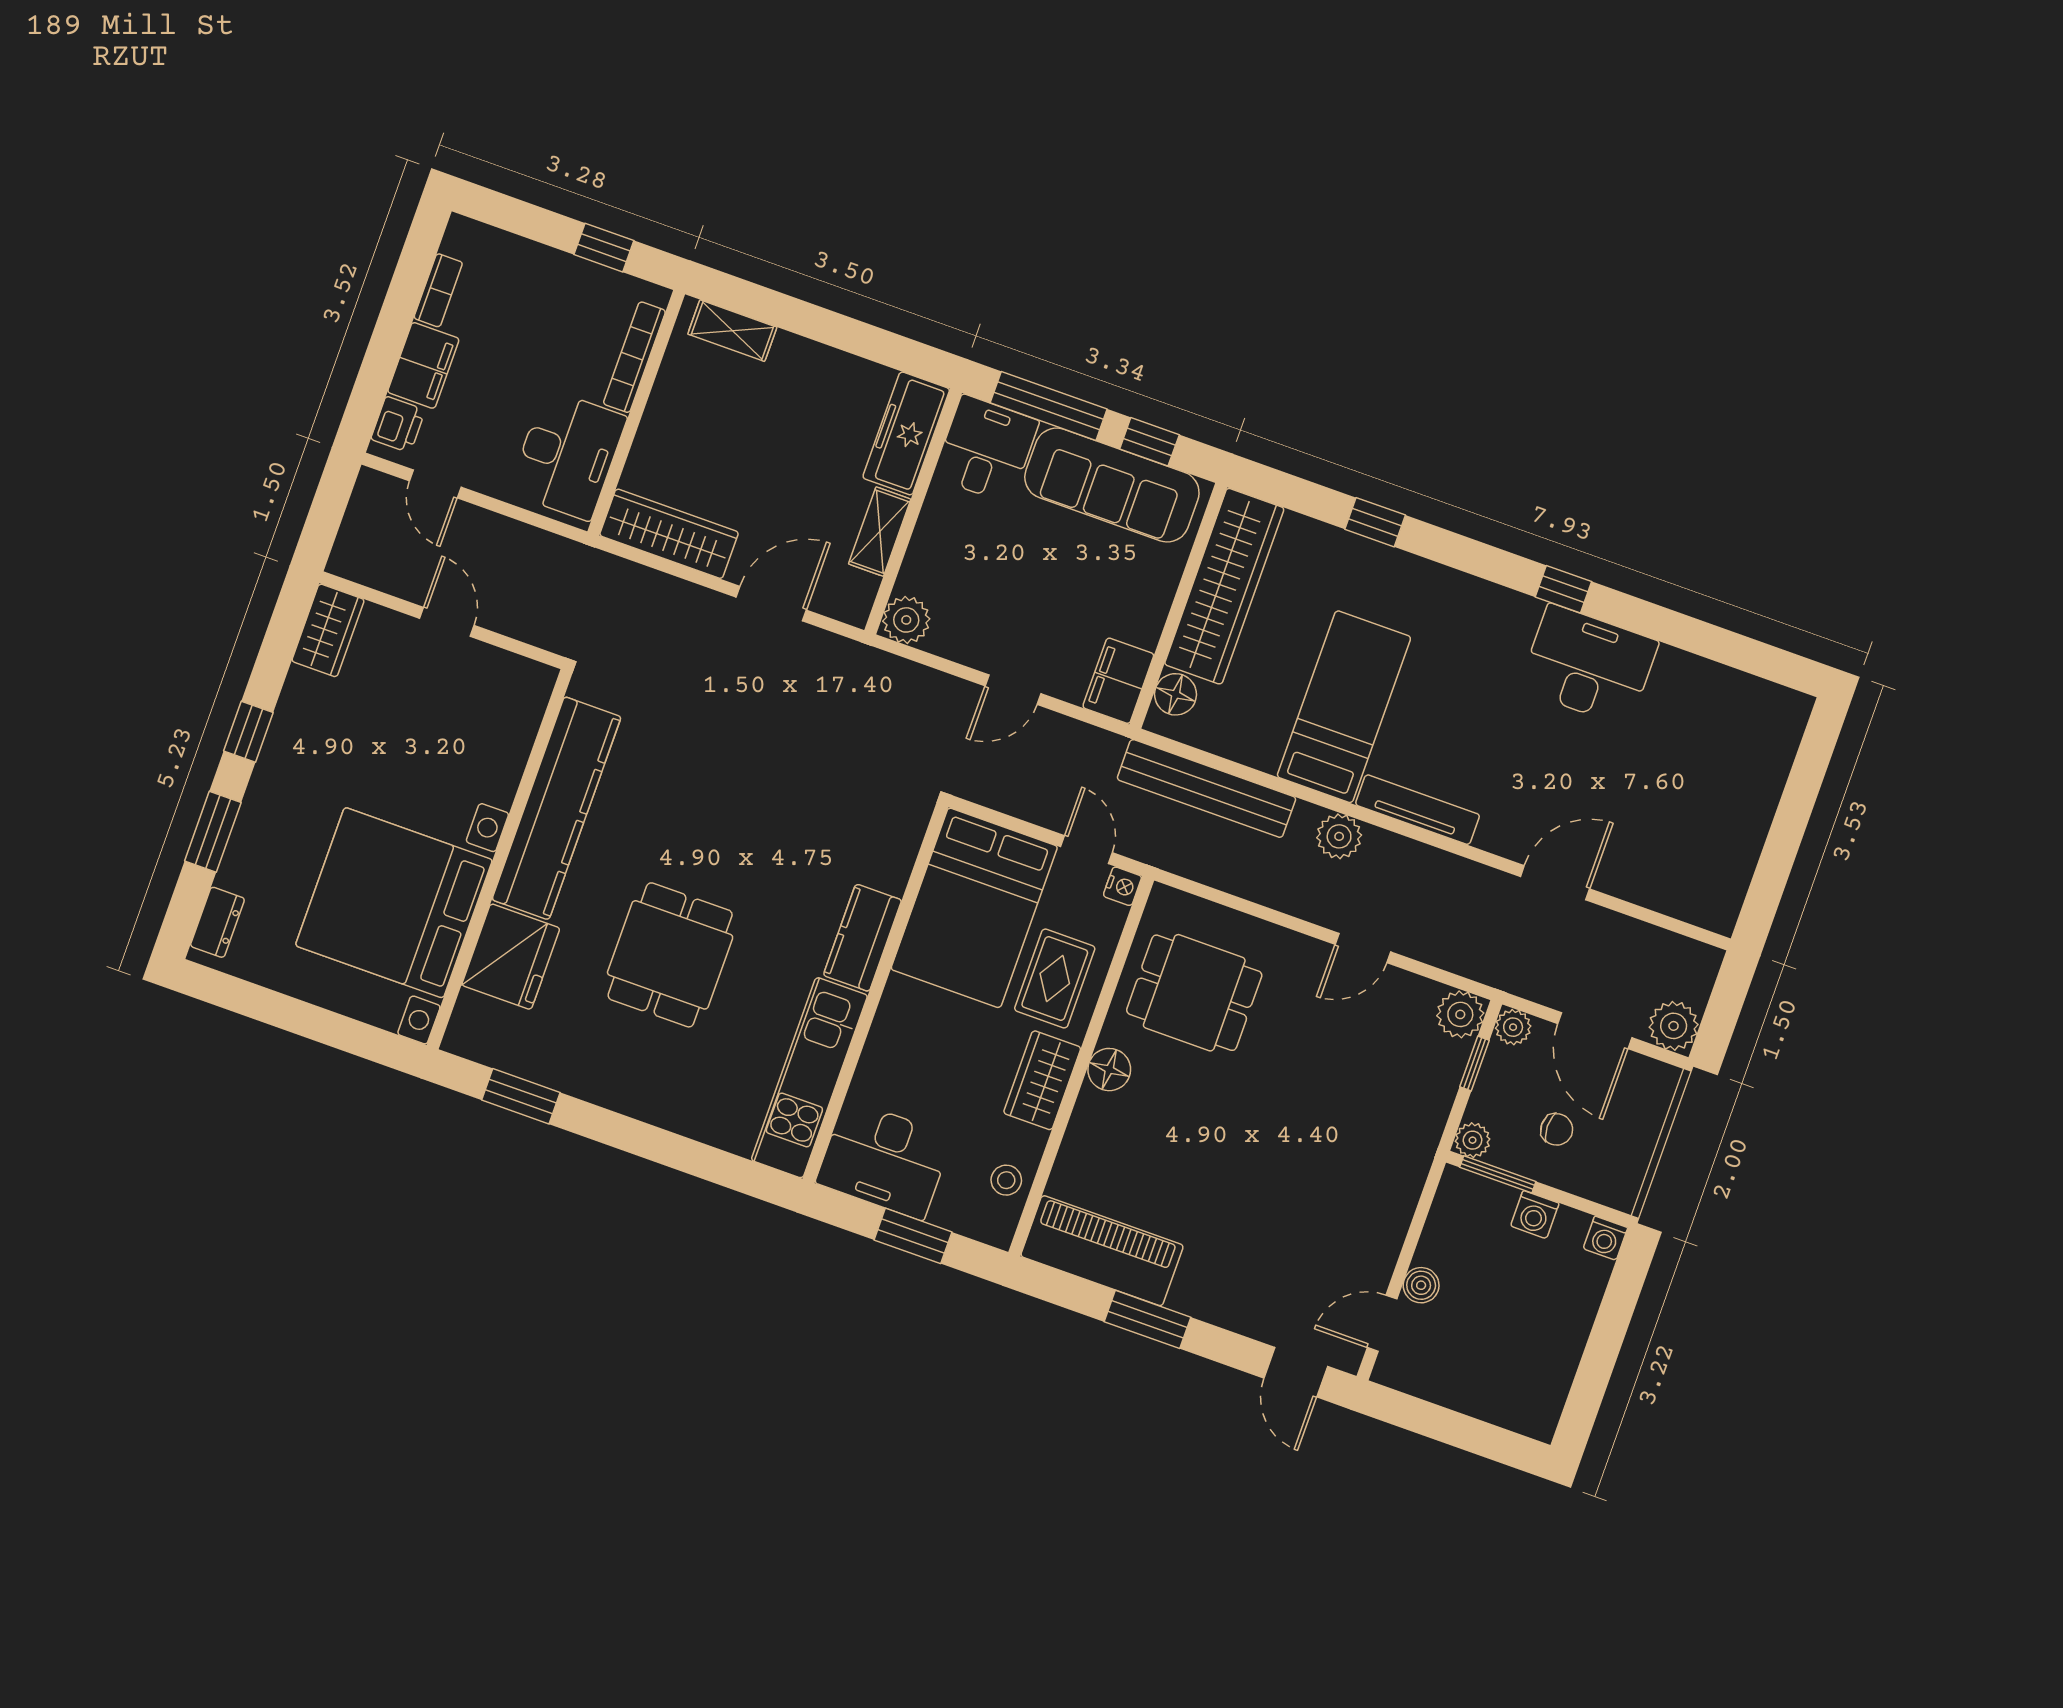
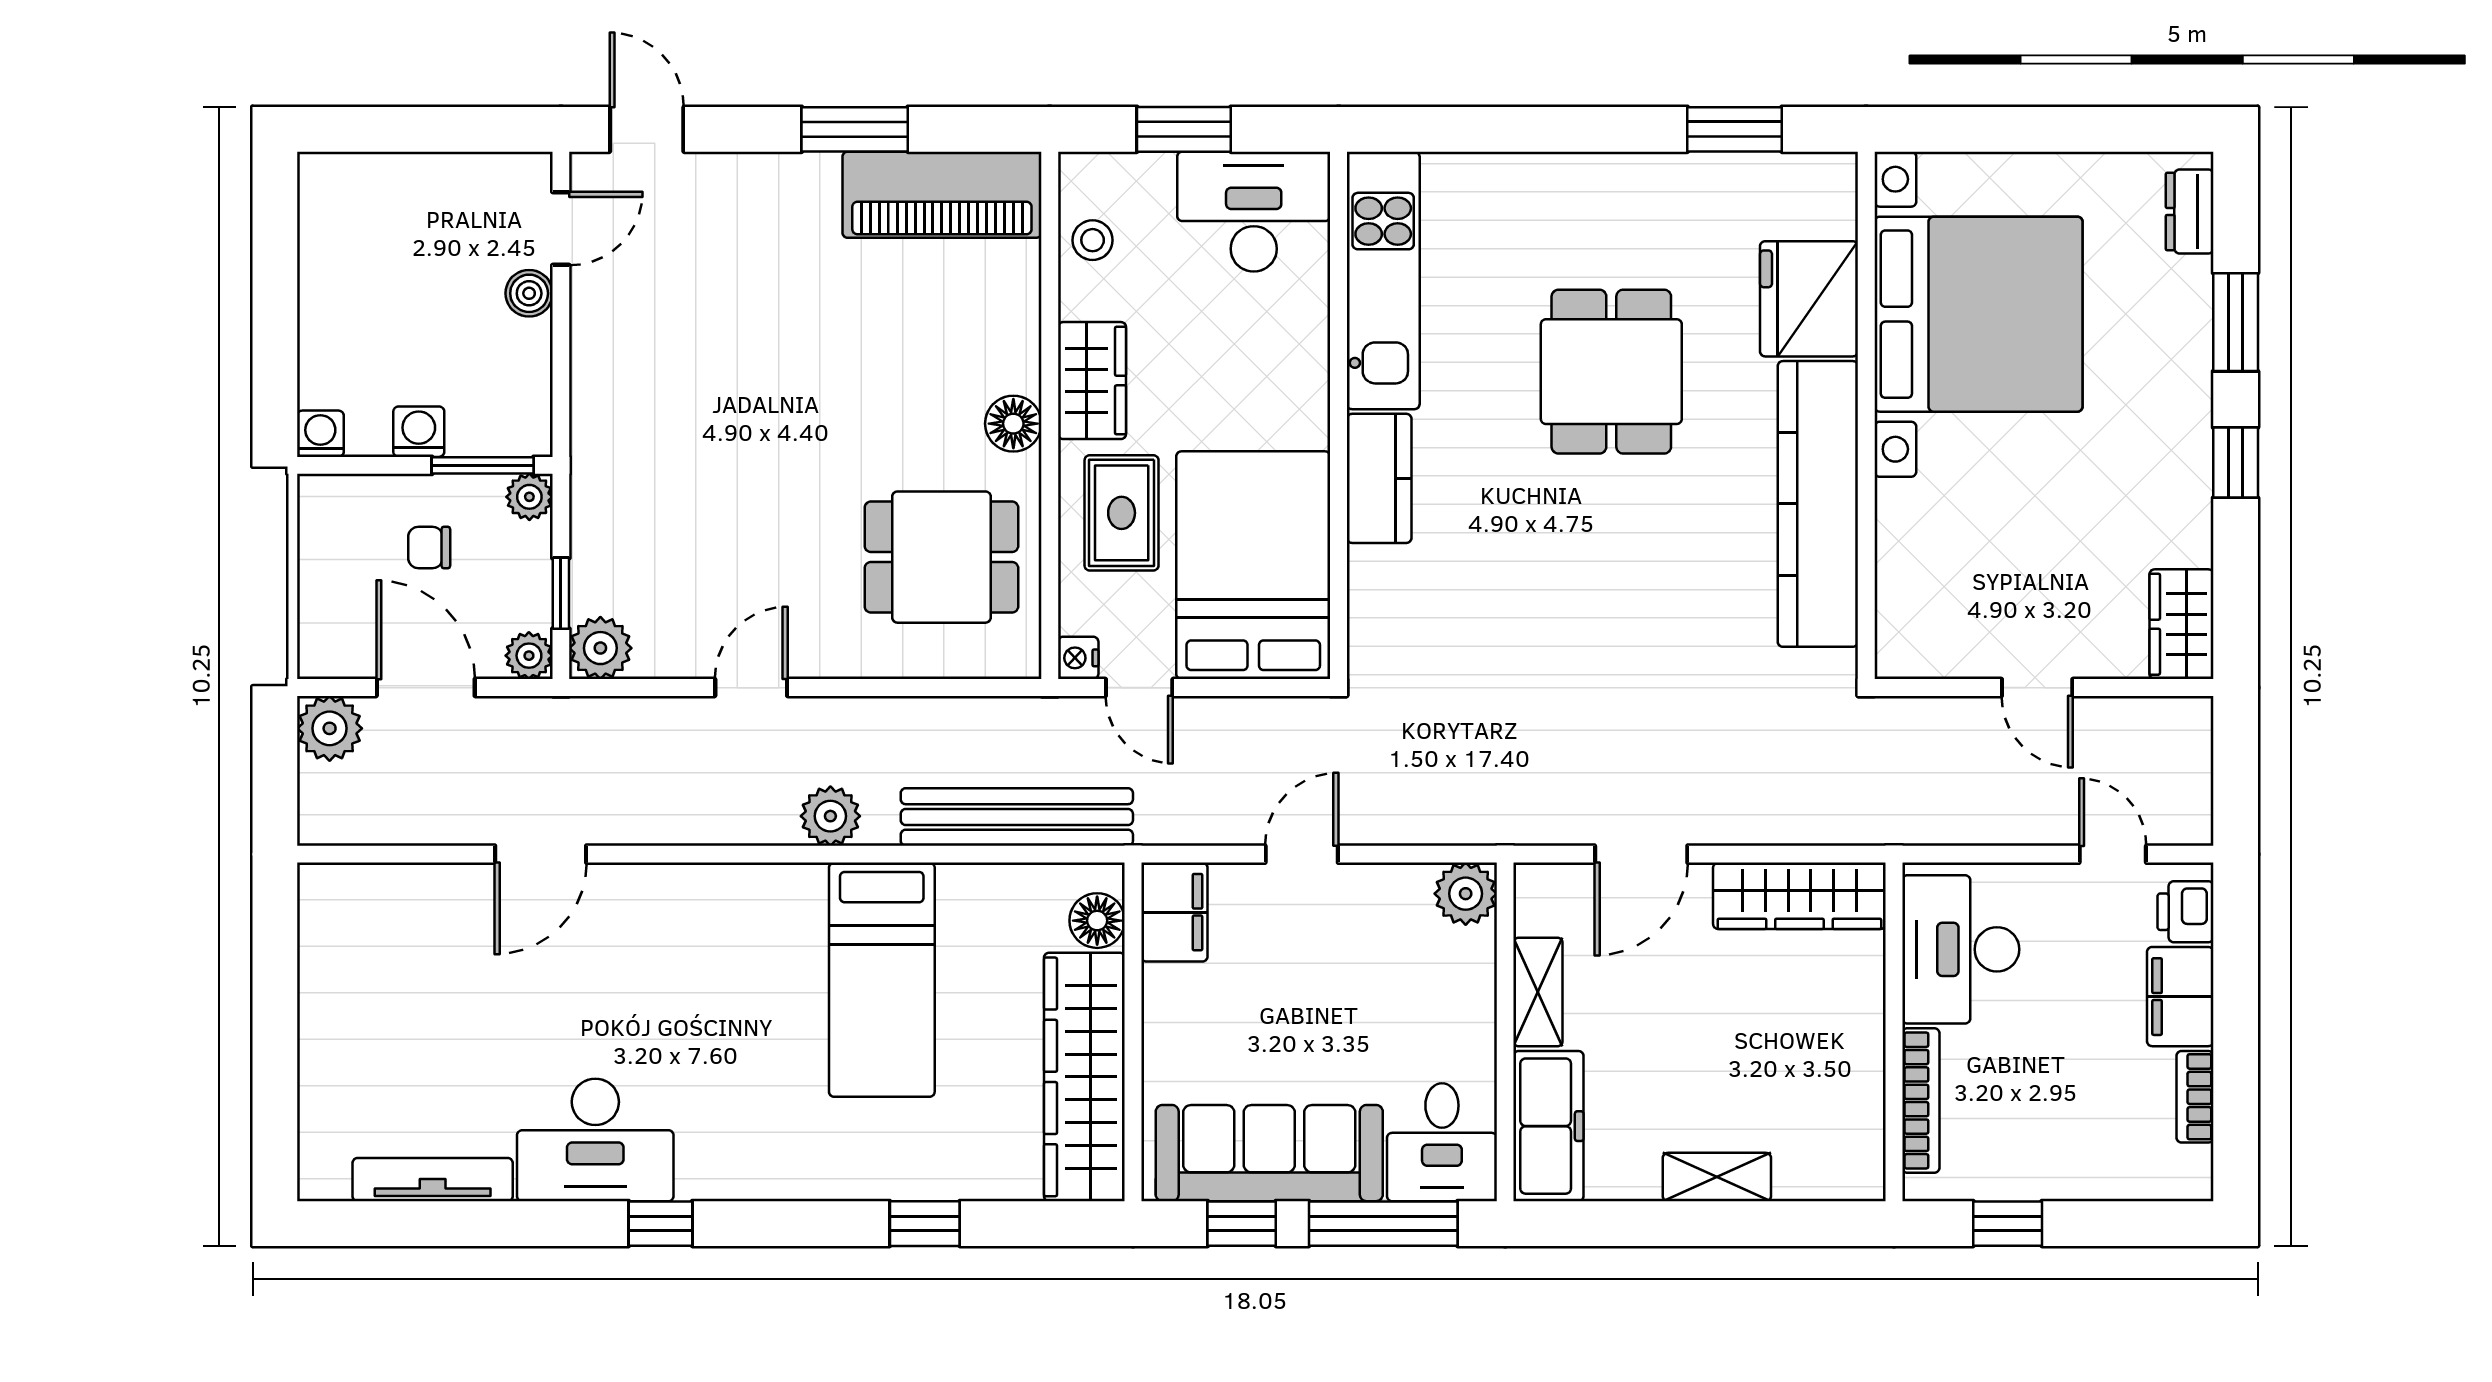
shelving: (732, 331) -> (1717, 1177), moved
tv unit: (1418, 810) -> (433, 1180), moved, turned 180

